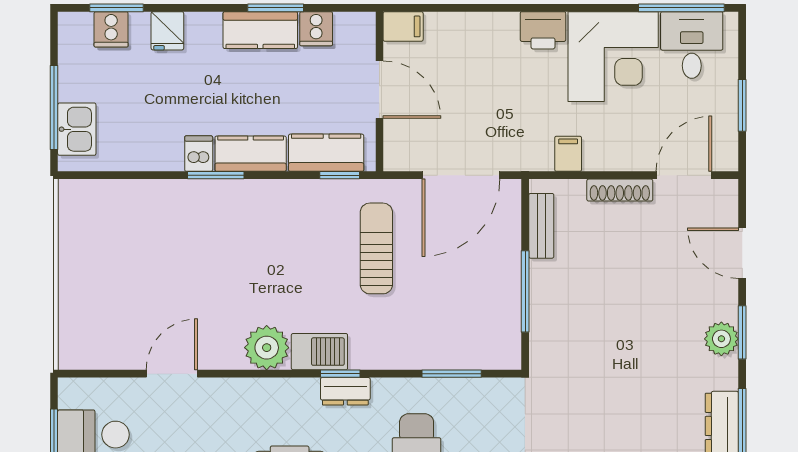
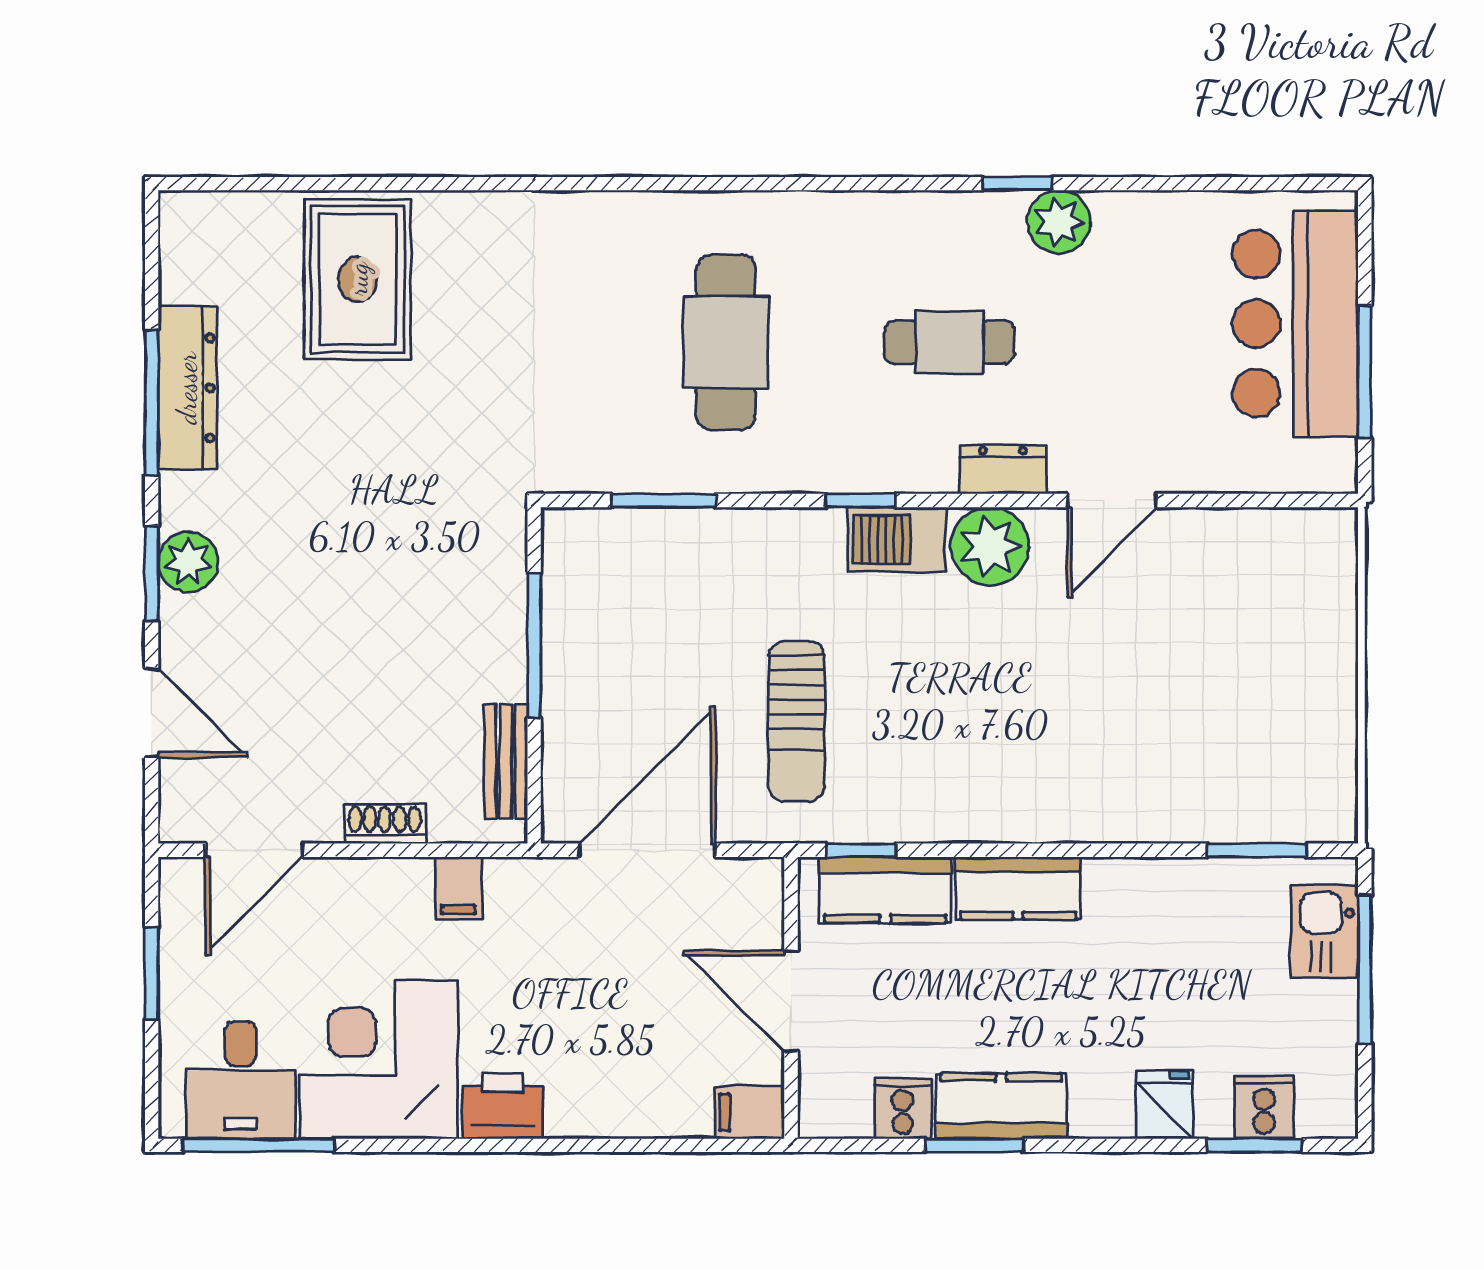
dishwasher: (199, 154) -> (1110, 888), removed
window: (216, 175) -> (1257, 850), moved
shoe rack: (620, 190) -> (385, 824), width x0.70
door: (172, 374) -> (1112, 501), moved
dresser: (345, 391) -> (1003, 469), moved

